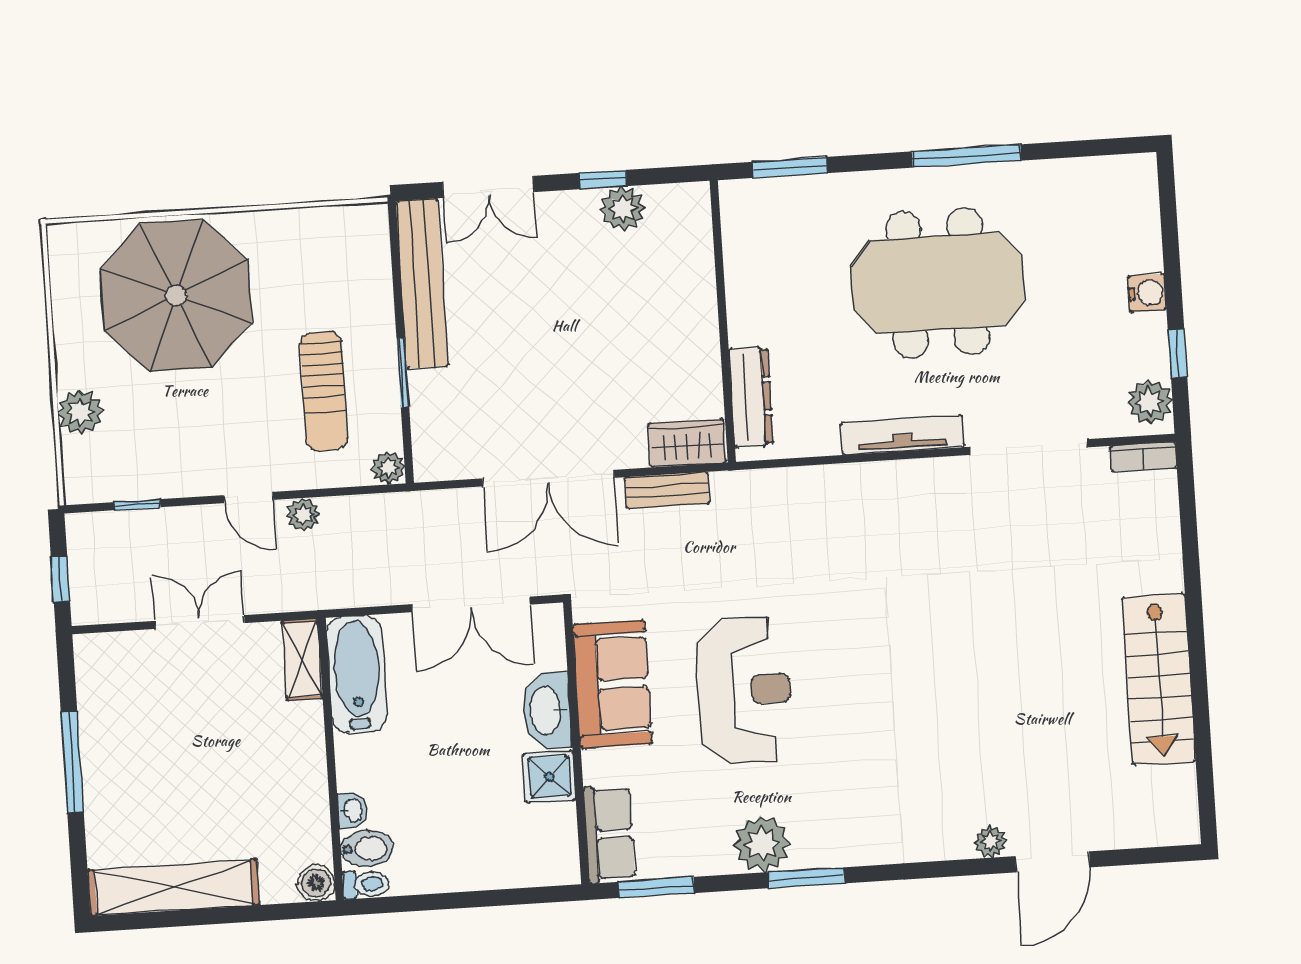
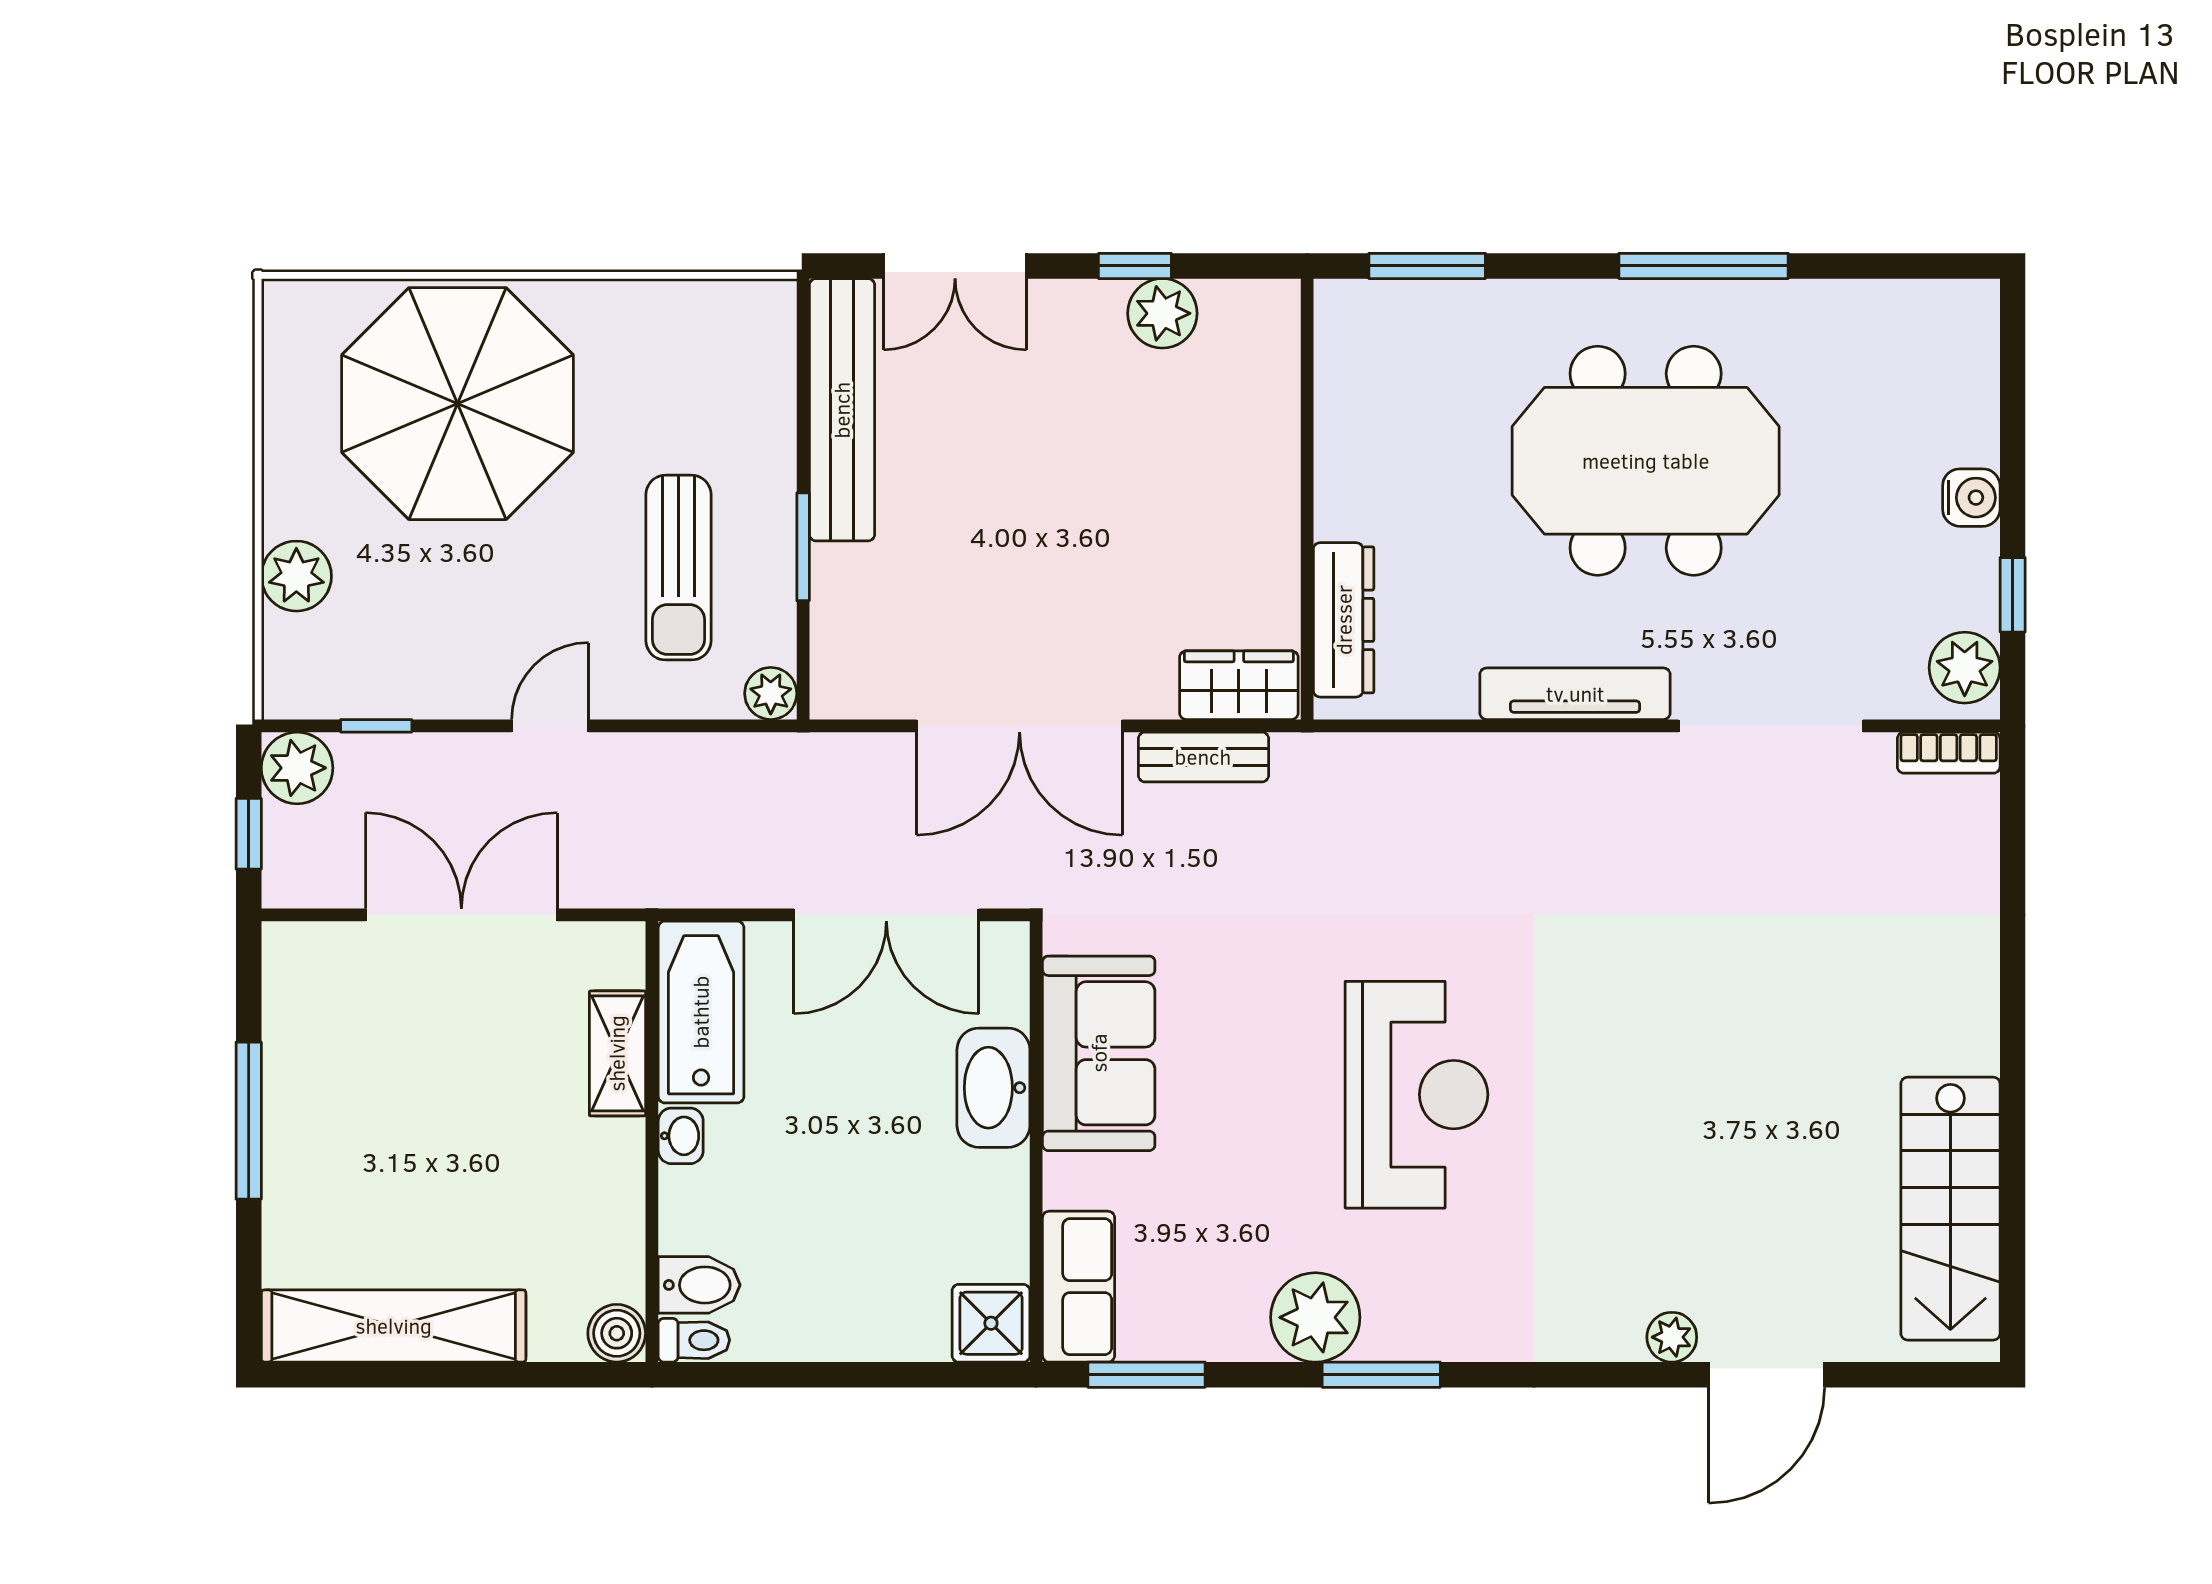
door: (249, 498) -> (550, 726), swing flipped
plant: (303, 515) -> (297, 768), moved, width x1.38, depth x1.38
double door: (200, 622) -> (461, 915), width x1.37
shelving: (302, 659) -> (617, 1053), moved
stairs: (1159, 680) -> (1950, 1209), moved
reception desk: (744, 690) -> (1417, 1095), moved
shower: (549, 777) -> (991, 1323), moved
washbasin: (353, 810) -> (681, 1136), moved

